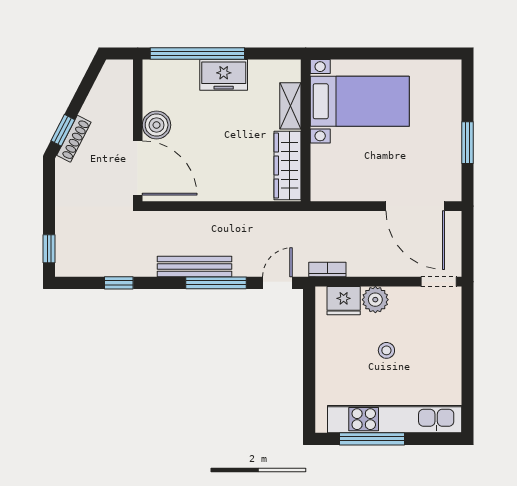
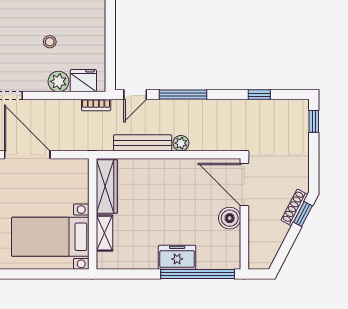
bed with nightstands: (360, 101) -> (50, 237), moved
shelving: (290, 106) -> (105, 233), moved
wall: (306, 130) -> (93, 214), moved
wardrobe: (288, 165) -> (107, 186), moved
plant: (219, 221) -> (181, 143), added
bench: (195, 267) -> (143, 143), moved

